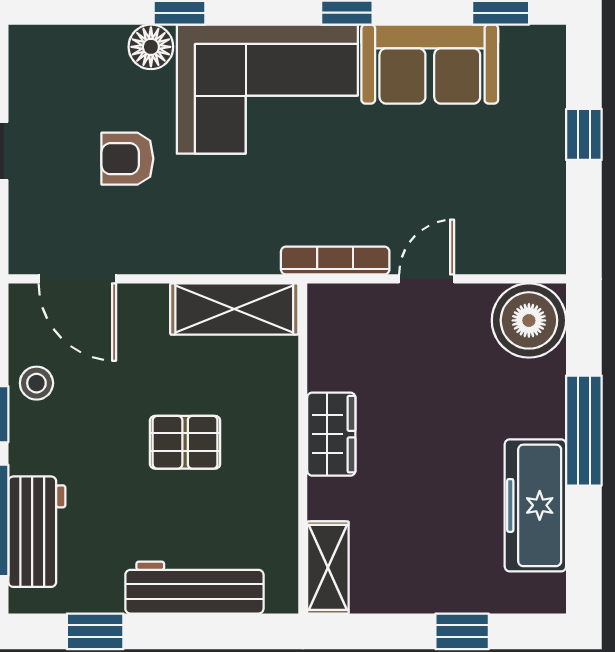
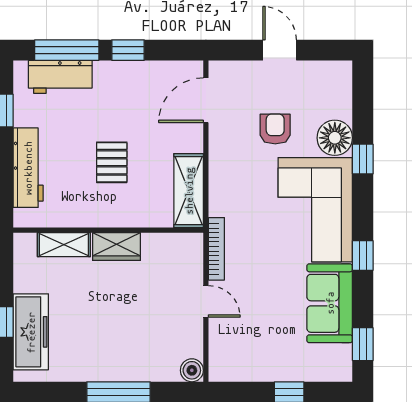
floor lamp: (151, 47) -> (335, 138), width x1.38, depth x1.38
boiler: (529, 320) -> (192, 370), width x0.54, depth x0.54
stool: (36, 383) -> (146, 77), removed
freezer: (535, 505) -> (31, 332), moved, turned 90
shelving: (328, 567) -> (64, 245), moved

